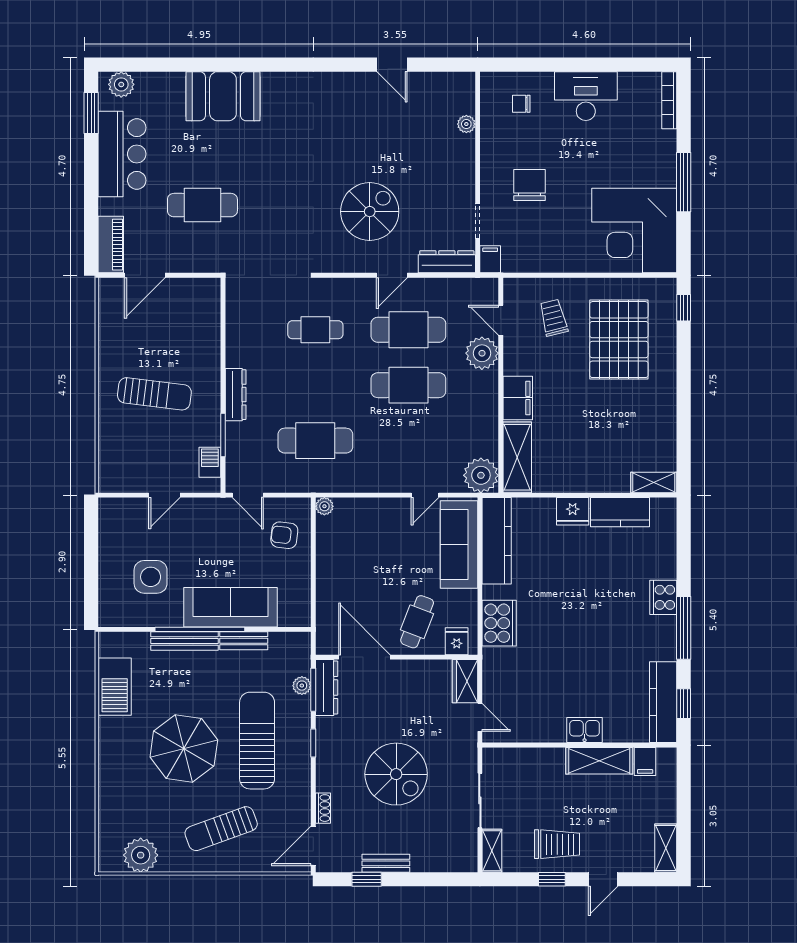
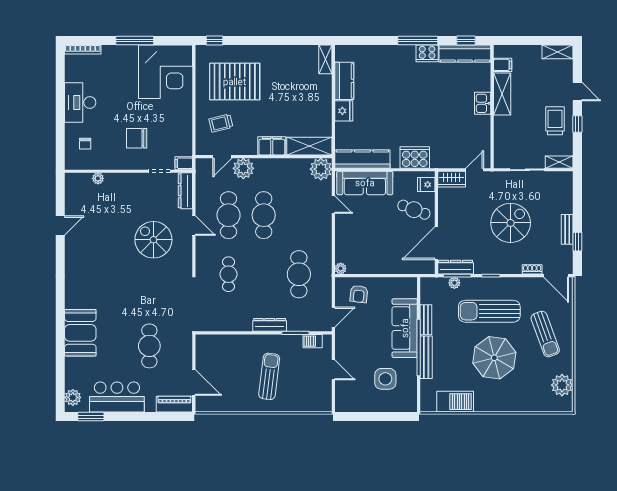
cooker: (663, 597) -> (427, 53), moved

